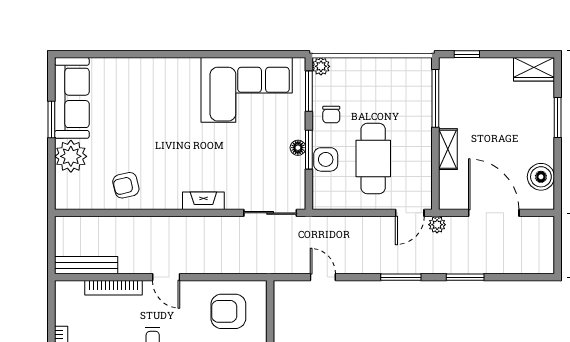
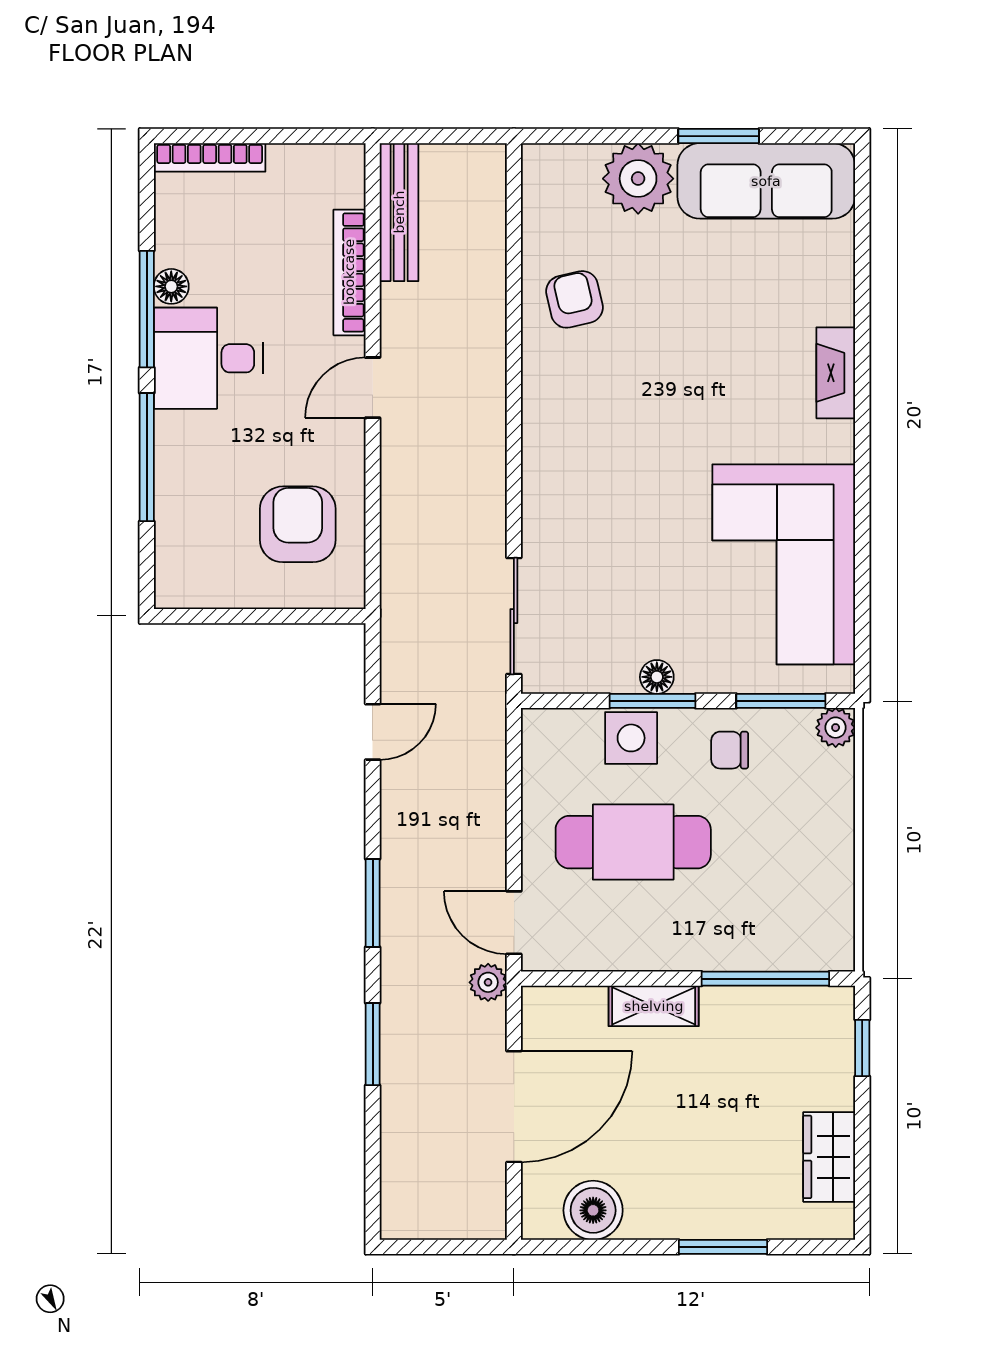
wardrobe: (534, 69) -> (829, 1157), moved
fireplace: (203, 201) -> (836, 373), moved, turned 180

